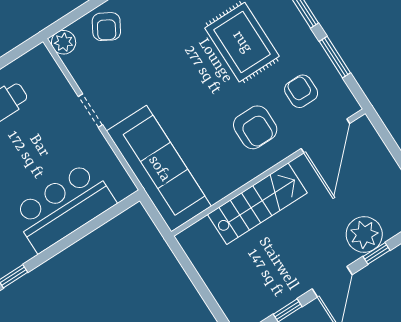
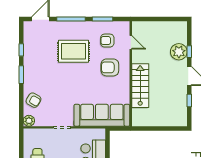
armchair: (255, 127) -> (110, 67), turned 180
door: (325, 136) -> (131, 42), width x0.53

